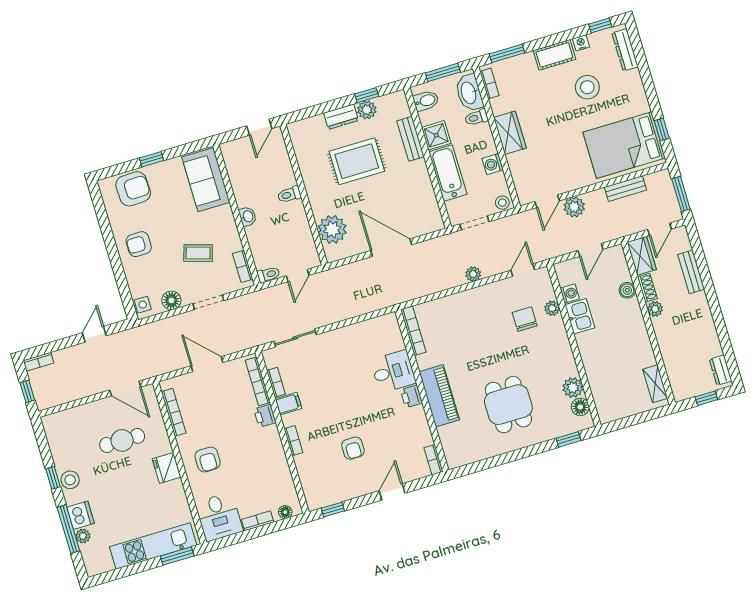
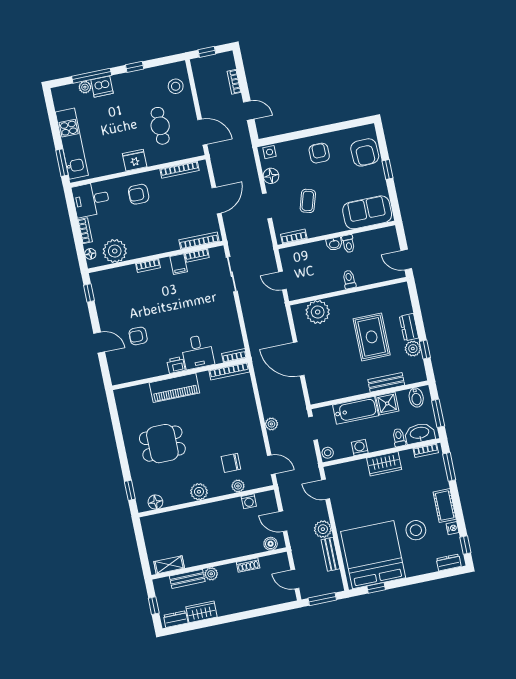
dresser: (625, 50) -> (449, 563), width x0.70
bed: (624, 145) -> (373, 555), width x1.36
plant: (574, 207) -> (323, 529), moved
door: (391, 248) -> (299, 359), swing flipped
wardrobe: (642, 256) -> (202, 612), moved, turned 180
bench: (691, 272) -> (187, 579), moved
toilet: (268, 275) -> (348, 244), moved
boiler: (627, 290) -> (271, 544), moved
plant: (655, 309) -> (211, 574), moved
kitchen sink: (580, 316) -> (229, 508), removed
chair: (525, 319) -> (231, 463), turned 180
bookcase: (38, 362) -> (234, 82), moved
plant: (573, 388) -> (199, 492), moved
door: (125, 389) -> (202, 132), swing flipped
printer: (265, 416) -> (170, 244), removed
armchair: (353, 448) -> (138, 336), moved
bookcase: (434, 460) -> (234, 356), moved
stool: (70, 480) -> (176, 86), moved
plant: (279, 483) -> (115, 251), added

